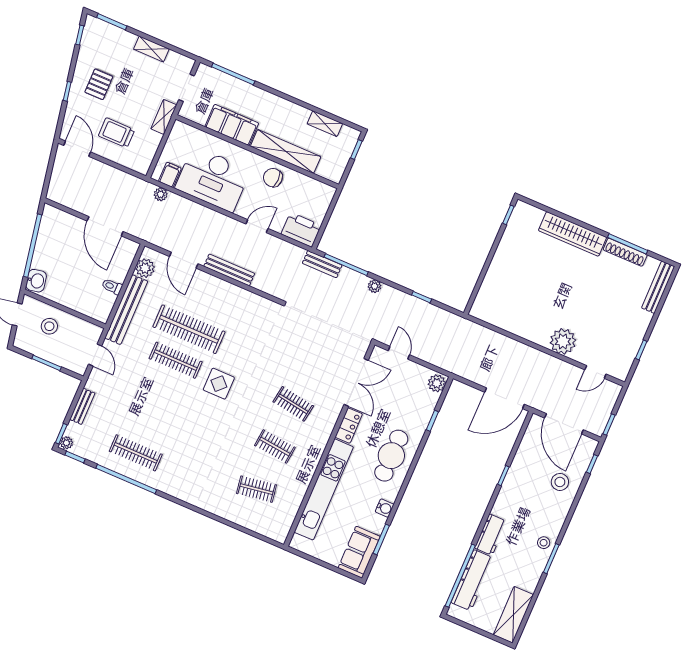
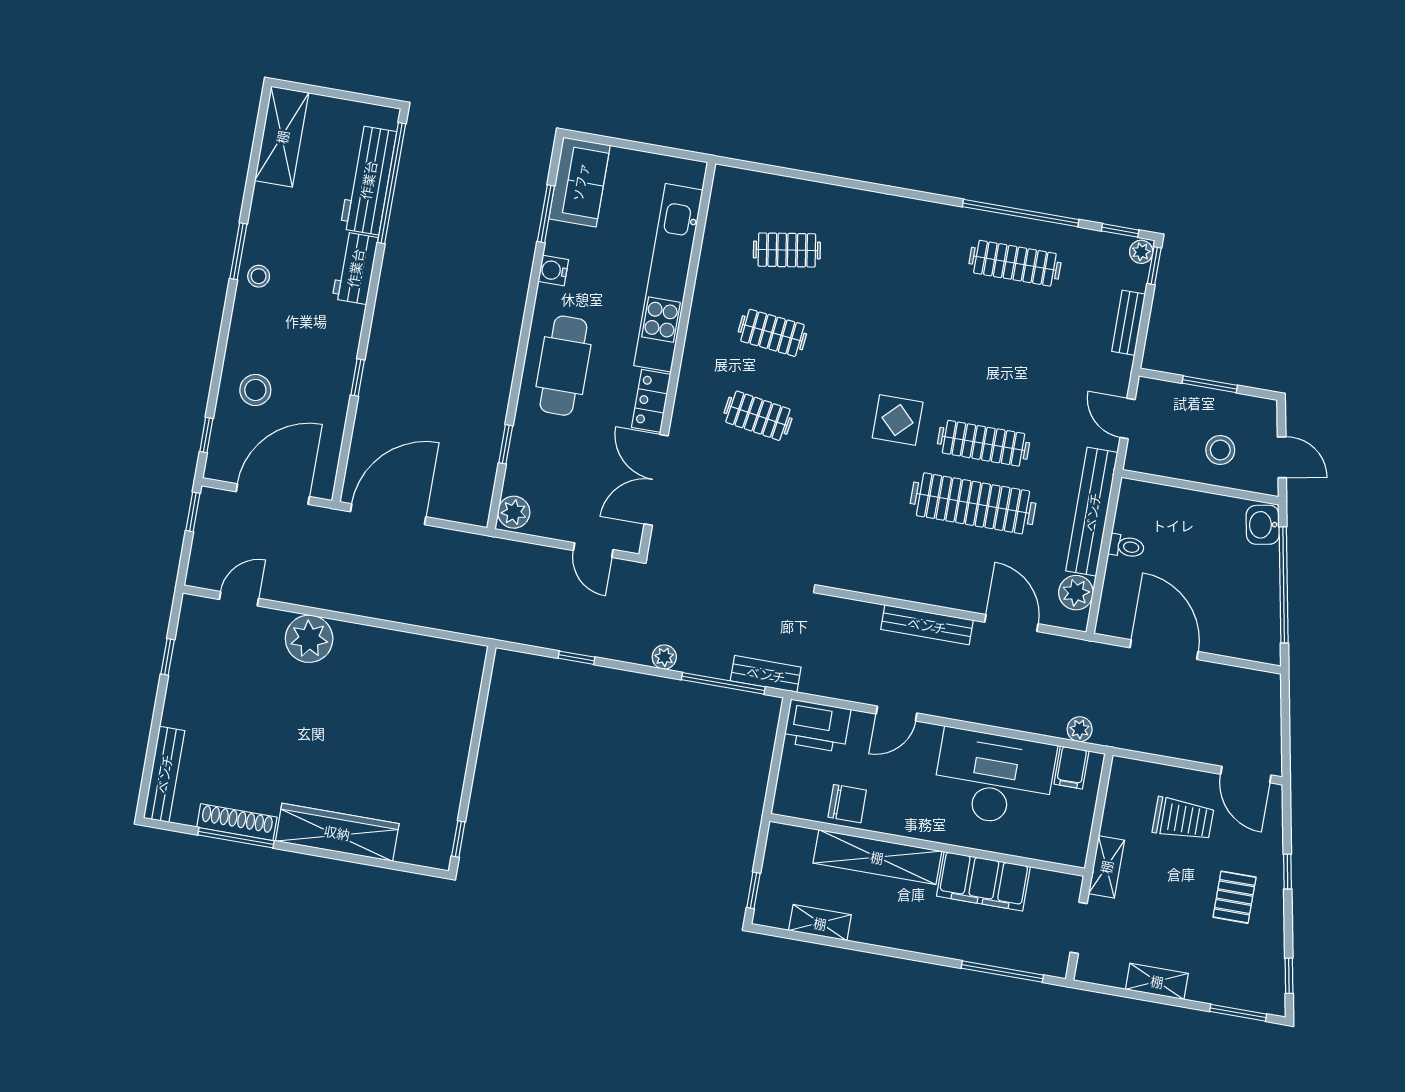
chair: (273, 178) -> (847, 804), moved
door: (564, 424) -> (273, 494), hinge flipped

